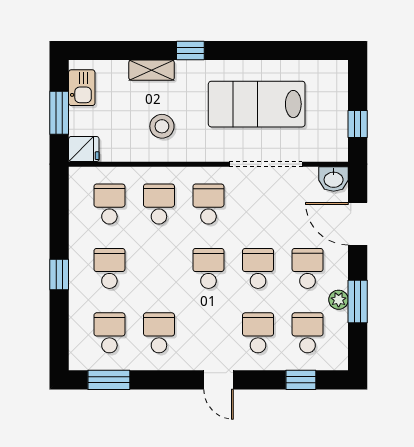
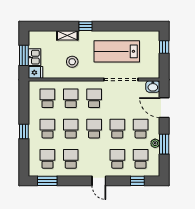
kitchen sink: (82, 88) -> (34, 57), moved
window: (358, 124) -> (164, 47), moved
school desk: (159, 268) -> (71, 129), added

